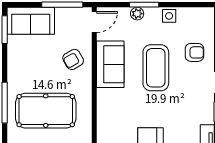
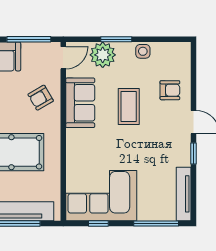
plant: (137, 14) -> (103, 55), width x1.88, depth x1.88
coffee table: (156, 68) -> (129, 107), width x0.73, depth x0.76

